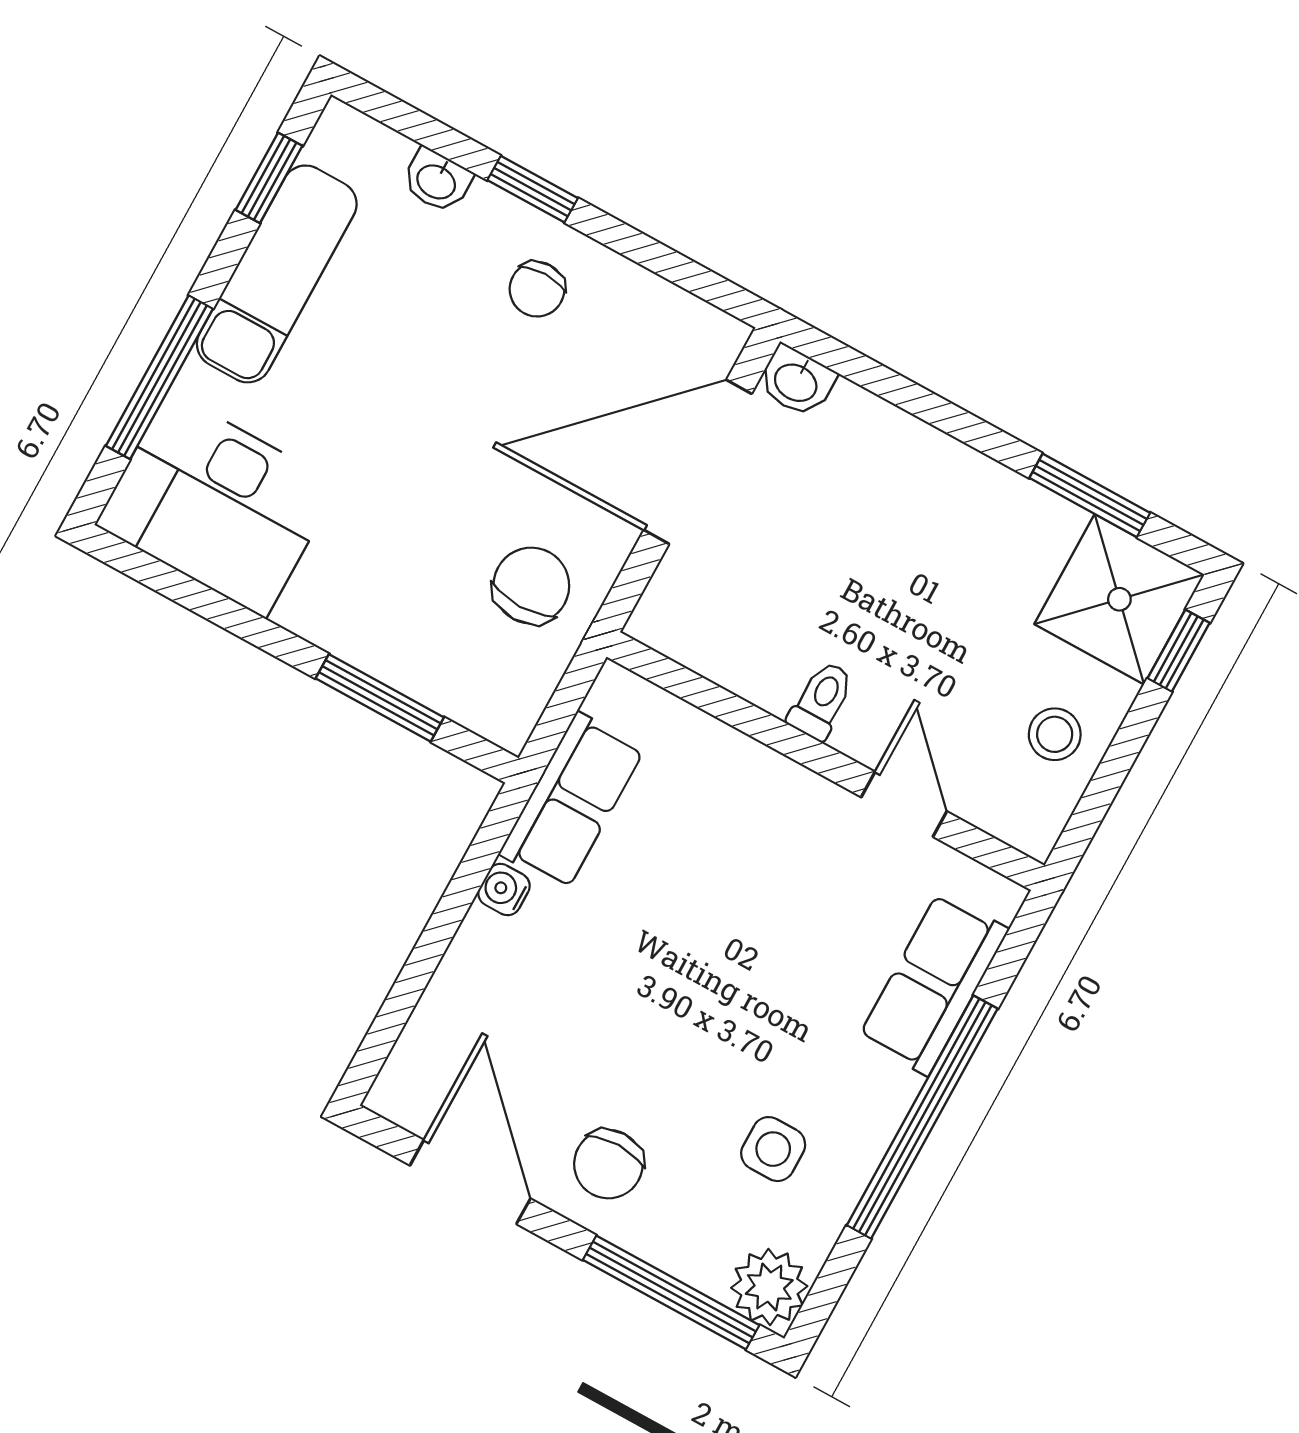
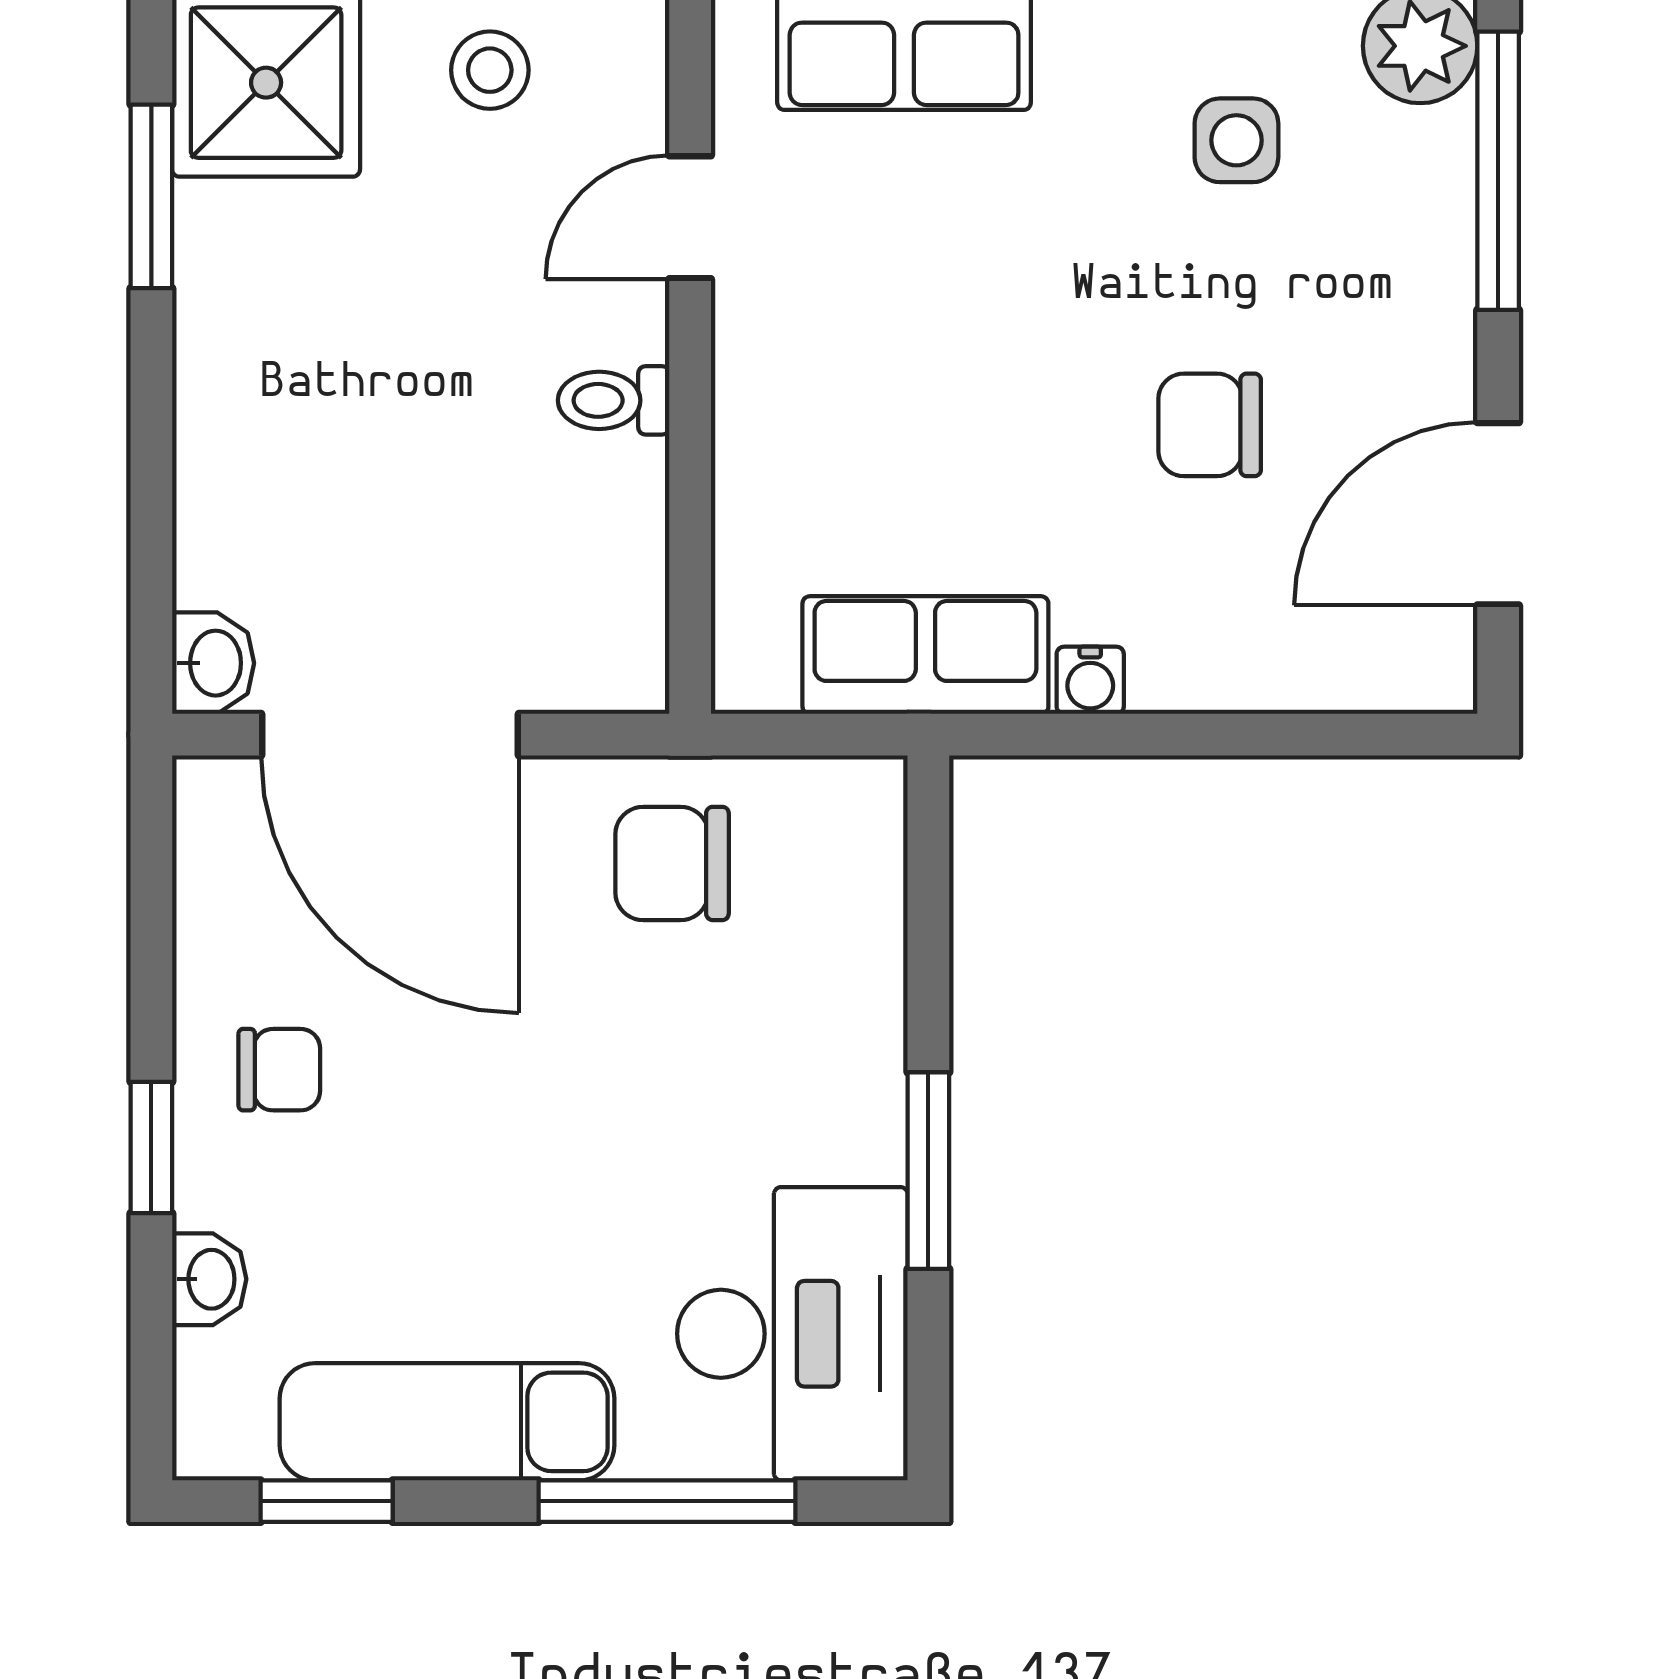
window: (380, 698) -> (928, 1171), moved
chair: (608, 1164) -> (1210, 425), moved, turned 180

